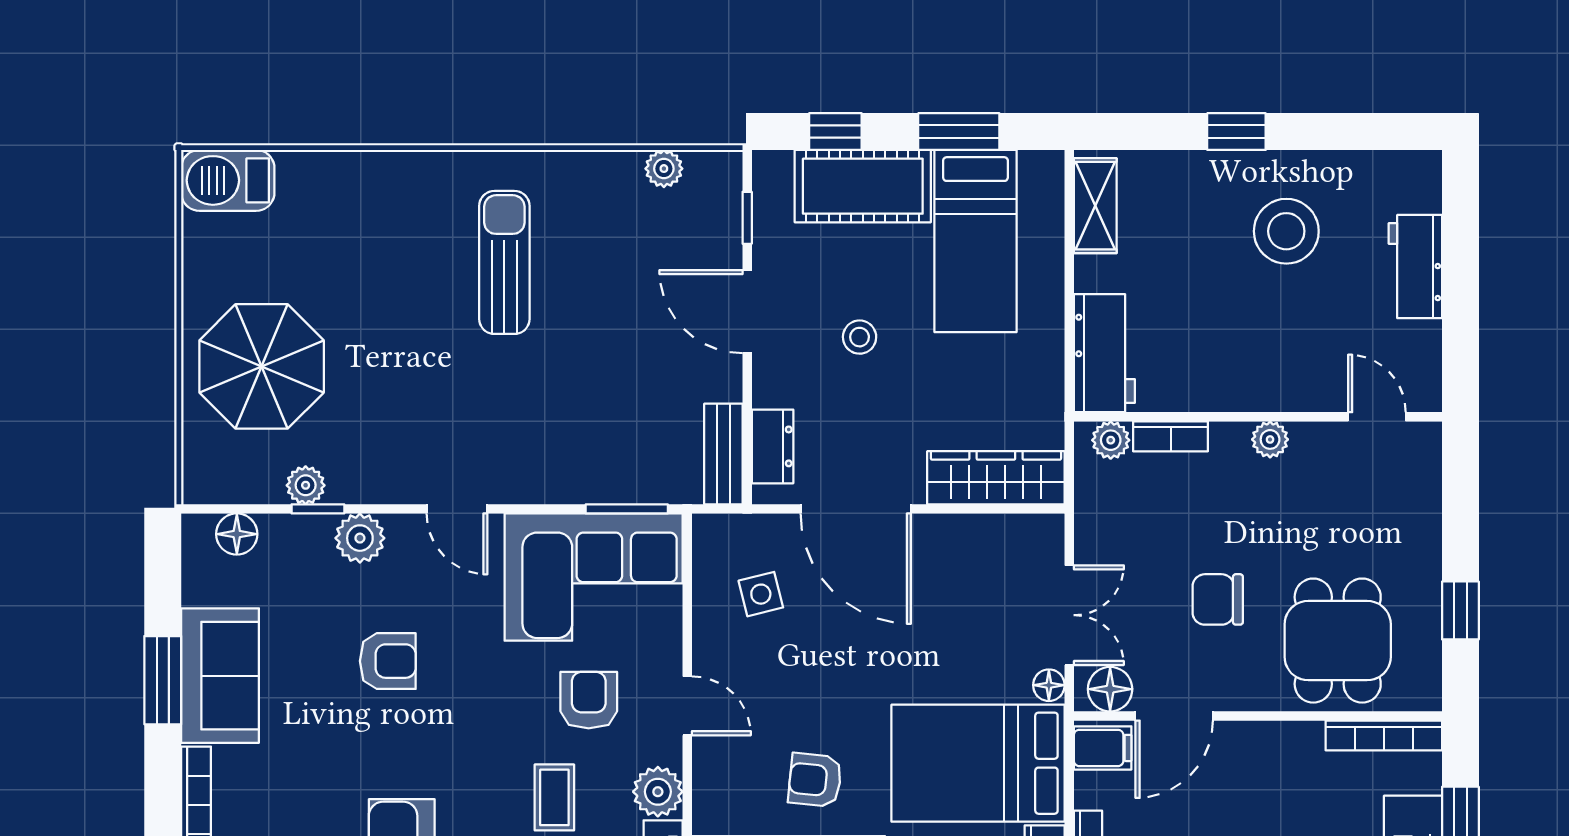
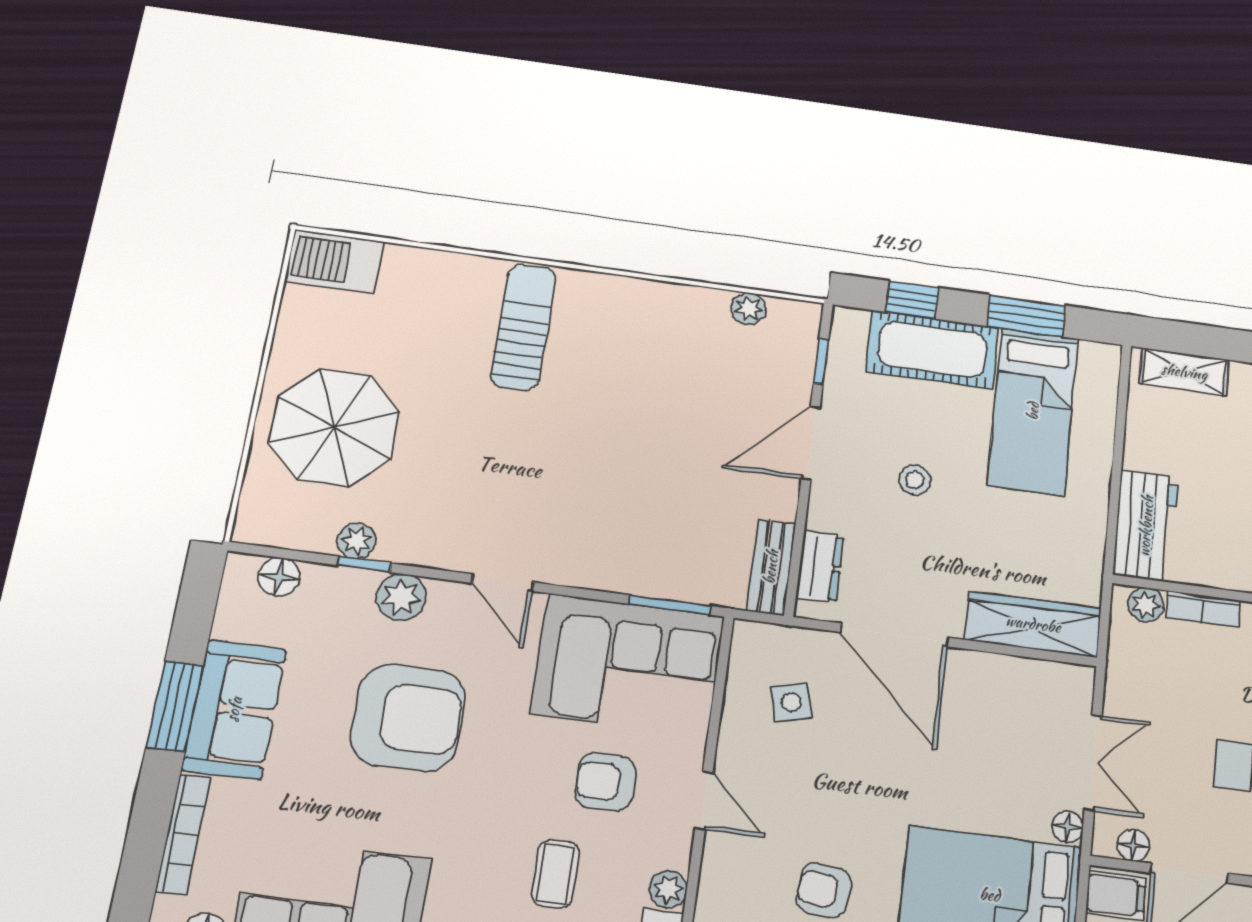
shelving: (1095, 206) -> (1184, 372), moved, turned 90
sun lounger: (504, 262) -> (524, 327), moved
door: (747, 312) -> (811, 443), hinge flipped
armchair: (388, 661) -> (408, 718), width x1.88, depth x1.88
floor lamp: (1110, 689) -> (1133, 845), width x0.73, depth x0.73
armchair: (589, 700) -> (605, 782), turned -90
plant: (658, 792) -> (668, 889), width x0.73, depth x0.73

